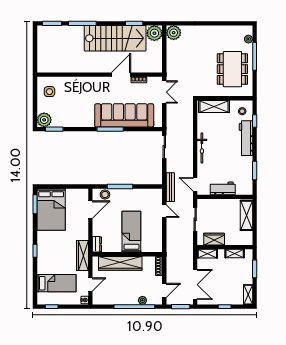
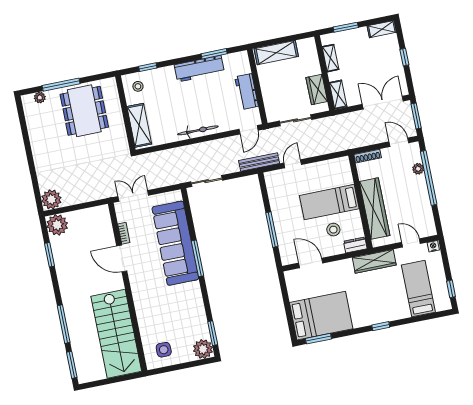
stairs: (115, 38) -> (116, 334), moved, turned 180
dining table: (232, 69) -> (84, 111), turned 90
workbench: (246, 138) -> (199, 69), moved
stool: (105, 195) -> (333, 230), moved

